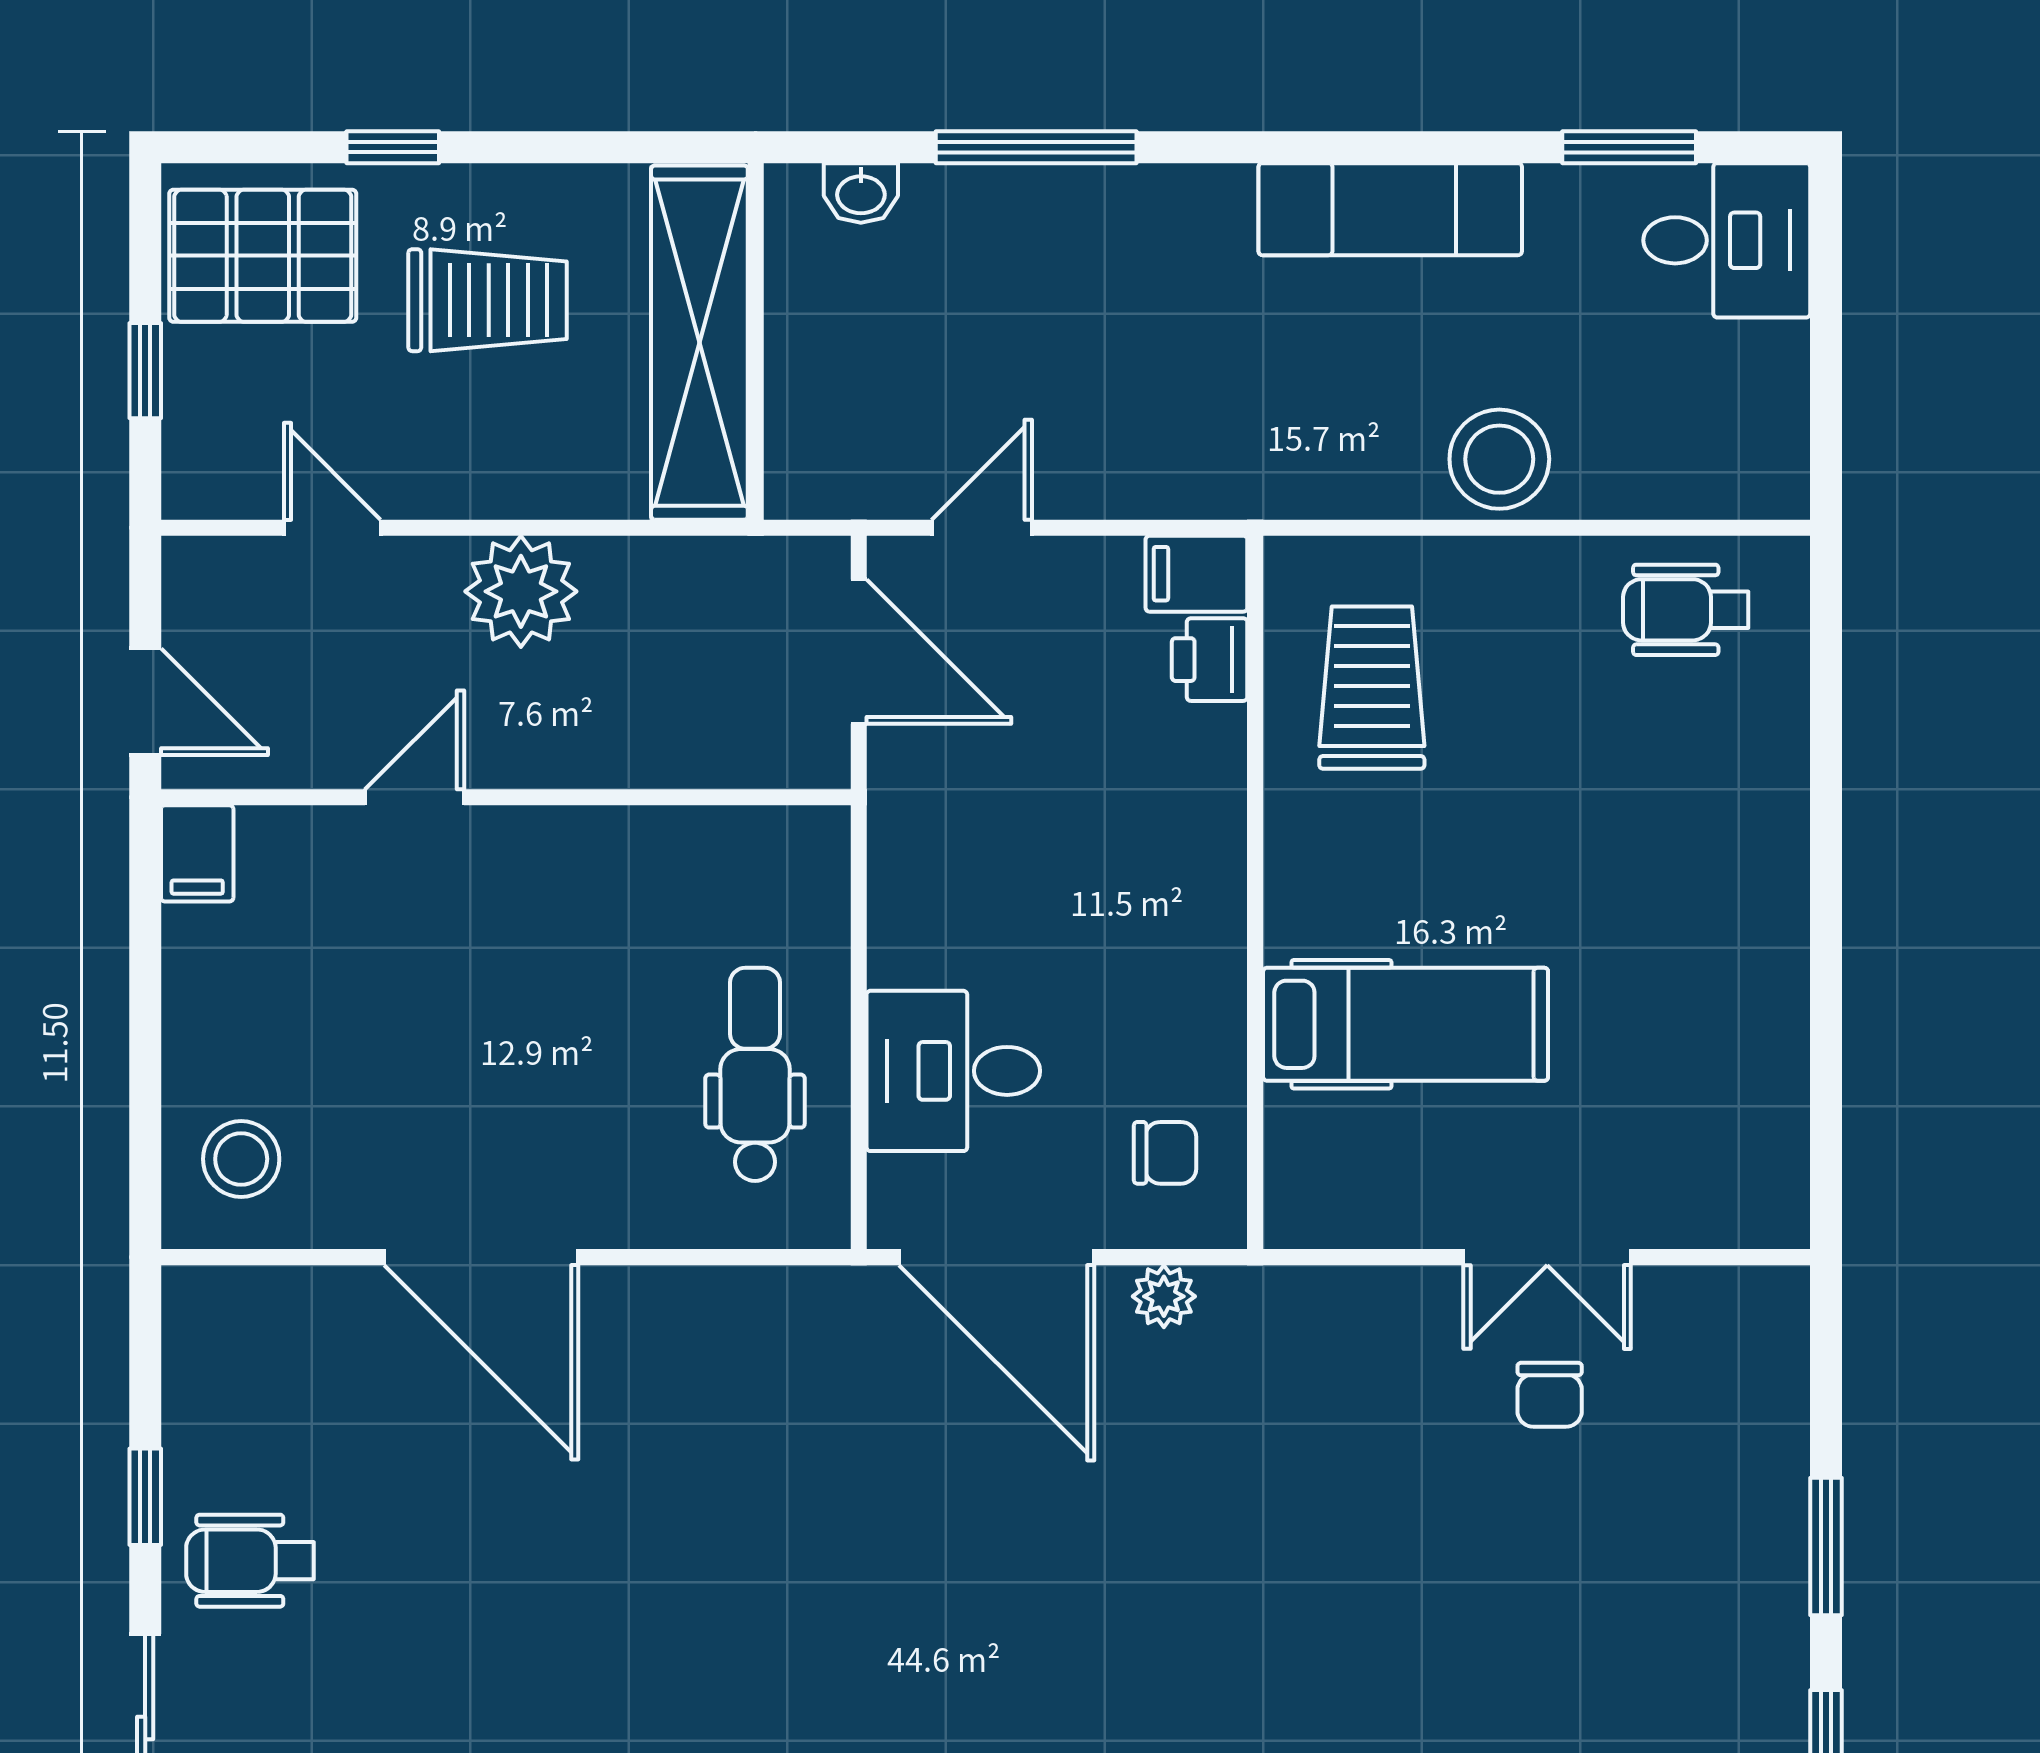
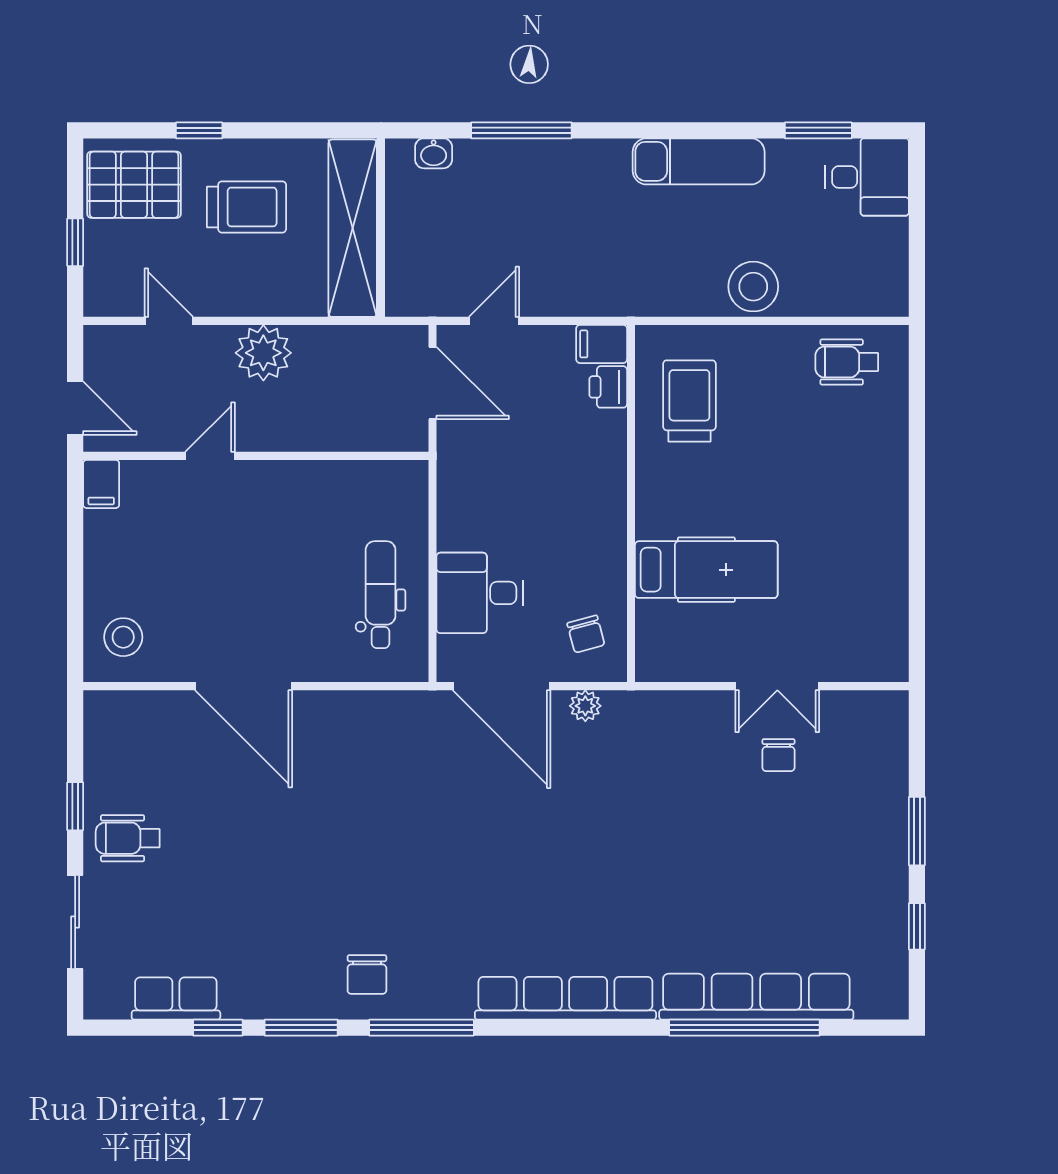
chair: (1165, 1153) -> (586, 634), turned 75

